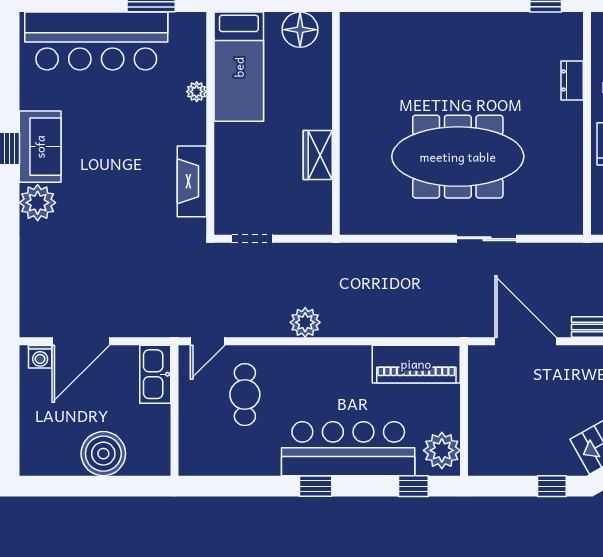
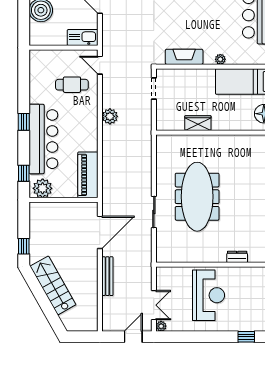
plant: (197, 92) -> (220, 59), moved

